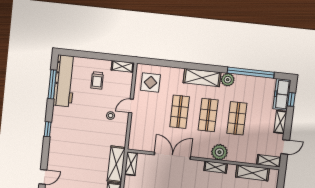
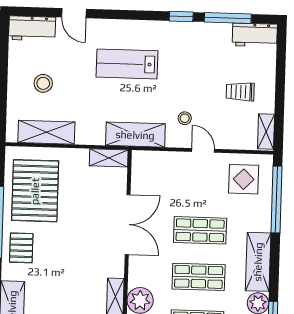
window: (165, 63) -> (276, 199), added
workbench: (65, 81) -> (255, 35), width x0.53, depth x0.76
window: (48, 129) -> (181, 16), moved
lab bench: (75, 148) -> (127, 64), added
shelving: (116, 164) -> (135, 135), moved

